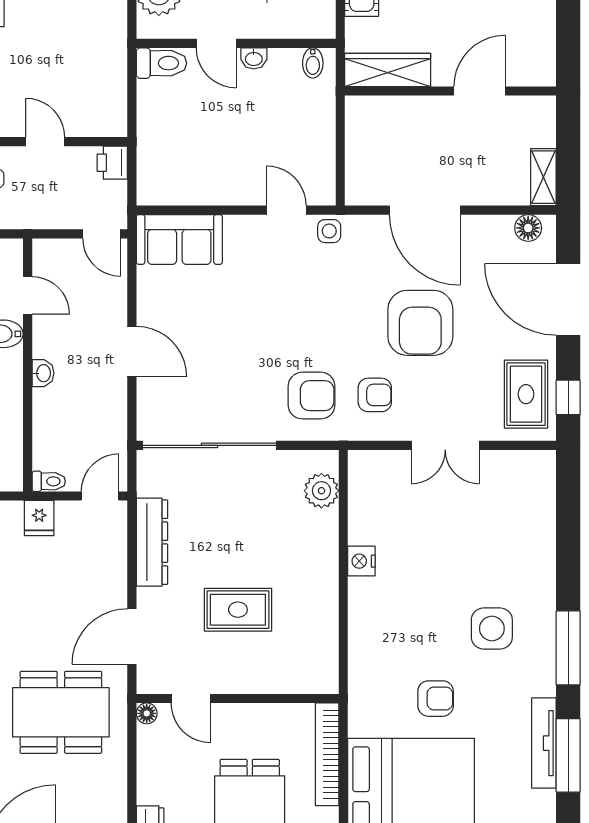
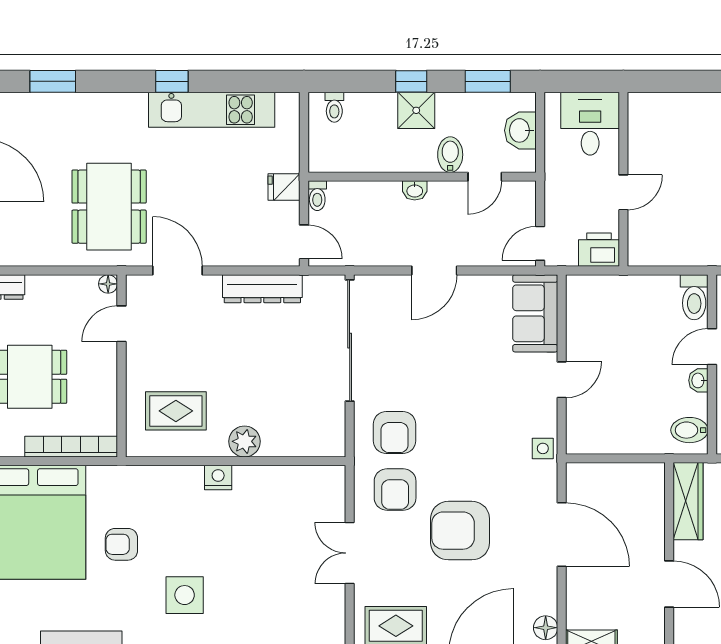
bidet: (313, 63) -> (689, 430), width x1.38, depth x1.36
printer: (112, 163) -> (599, 250), width x1.36, depth x1.24
door: (286, 210) -> (562, 380), moved
door: (425, 210) -> (562, 535), swing flipped
armchair: (375, 395) -> (395, 489), width x1.38, depth x1.38
plant: (321, 491) -> (245, 441), moved
nightstand: (361, 561) -> (218, 477), moved
rug: (238, 610) -> (176, 411), moved, turned 90
armchair: (436, 699) -> (121, 544), turned 90

